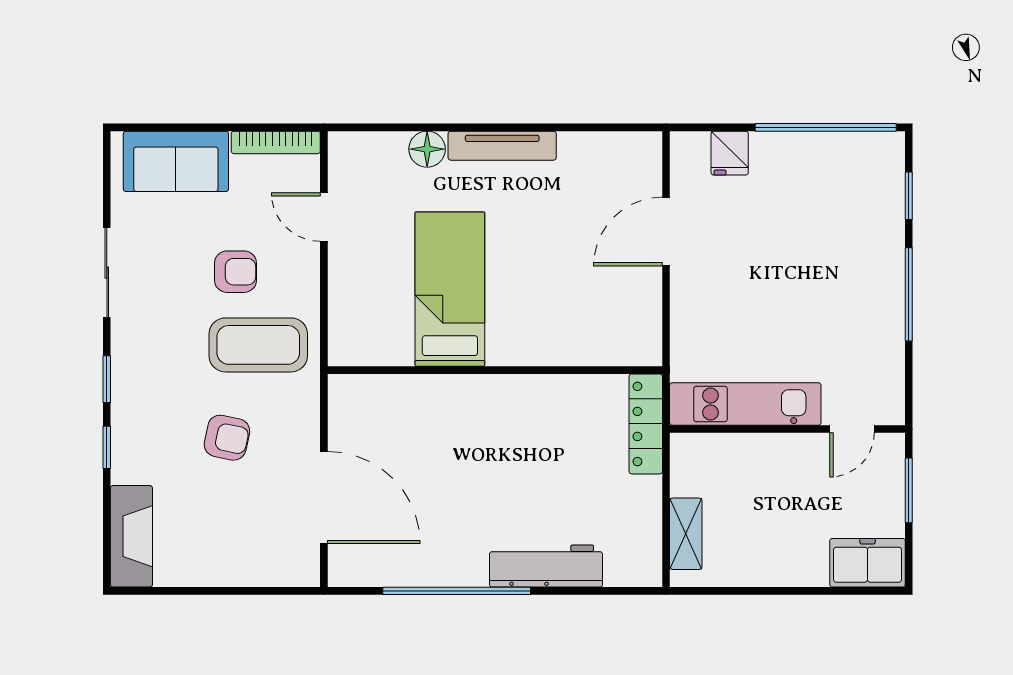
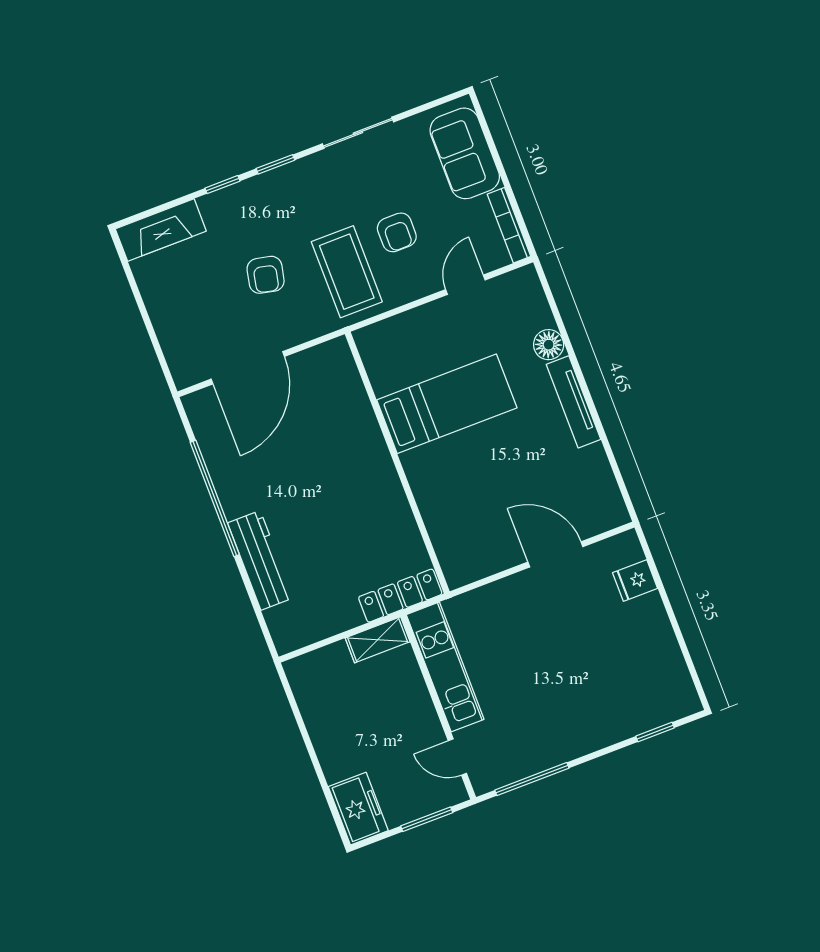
window: (826, 127) -> (684, 647), removed
window: (909, 294) -> (532, 779), moved
shelving: (686, 534) -> (378, 640), moved

